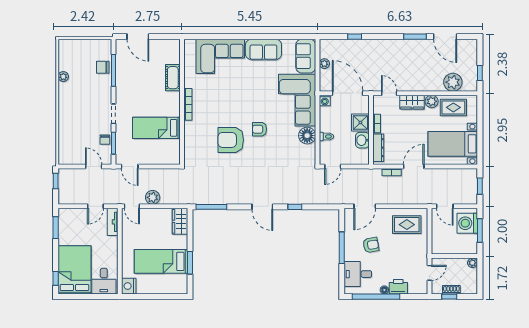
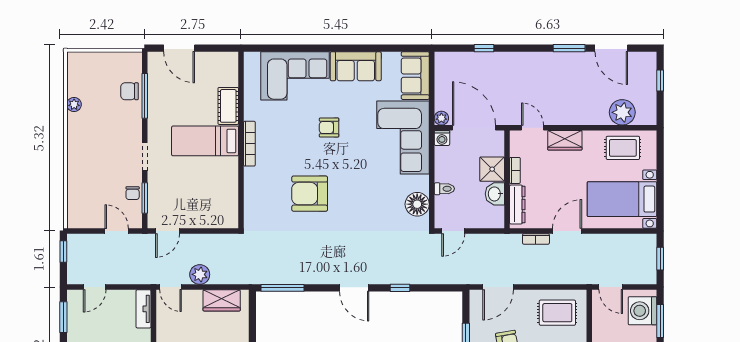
plant: (324, 64) -> (441, 118), moved
window: (480, 73) -> (660, 81), moved
plant: (432, 101) -> (592, 139), removed
bed: (156, 128) -> (205, 141), moved
armchair: (260, 129) -> (329, 128), moved
floor lamp: (307, 136) -> (417, 204), moved
door: (130, 167) -> (167, 231), hinge flipped
door: (95, 206) -> (95, 287), moved
wardrobe: (180, 221) -> (222, 300), moved, turned -90

